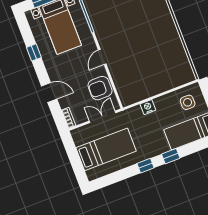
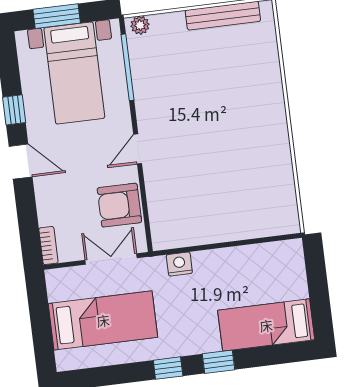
door: (49, 93) -> (21, 162), moved
side table: (188, 102) -> (274, 271), removed
nightstand: (148, 107) -> (179, 264), moved

